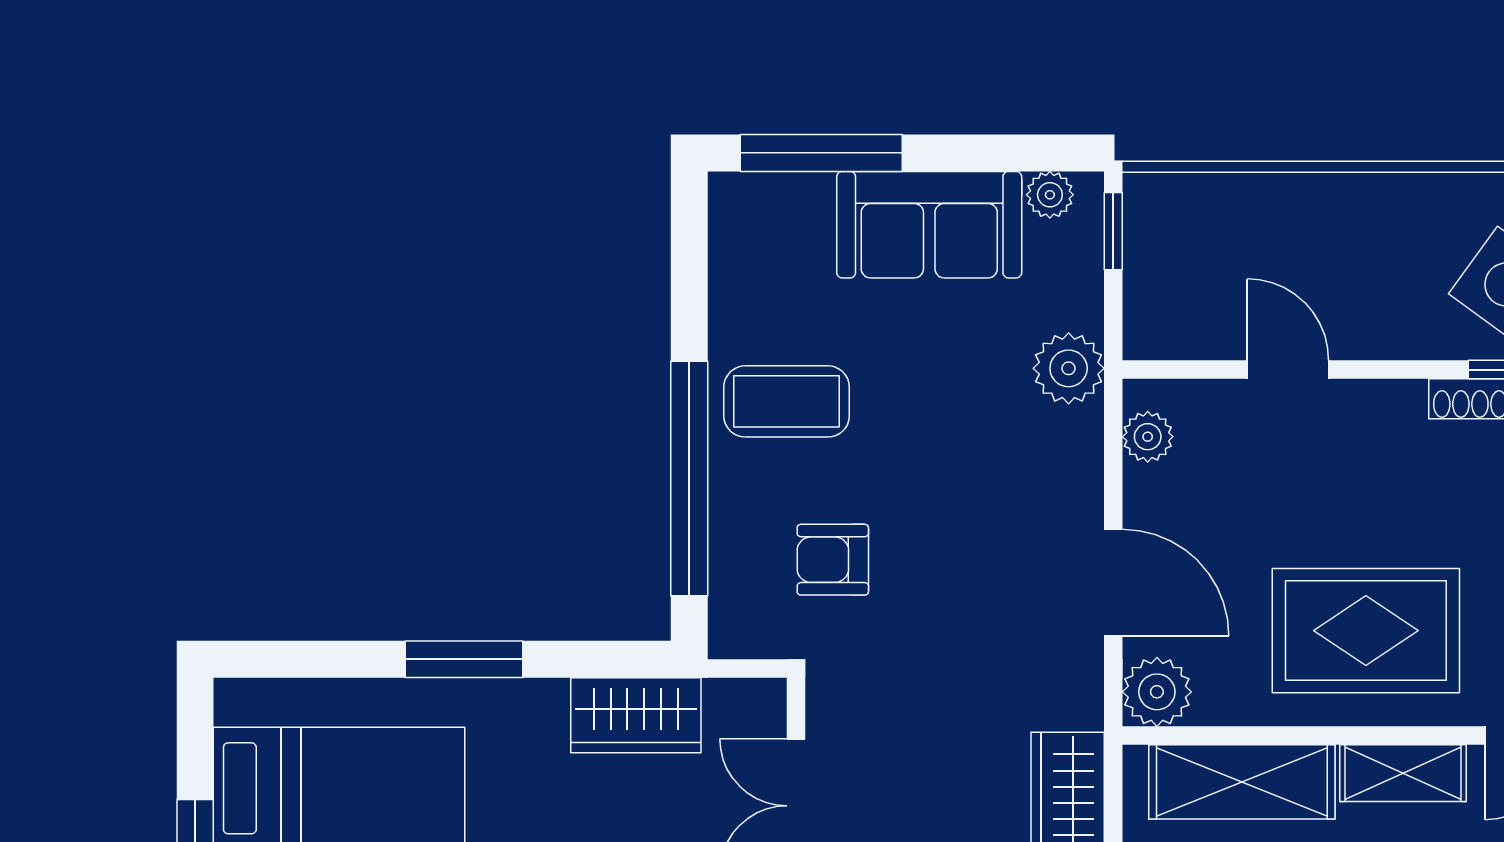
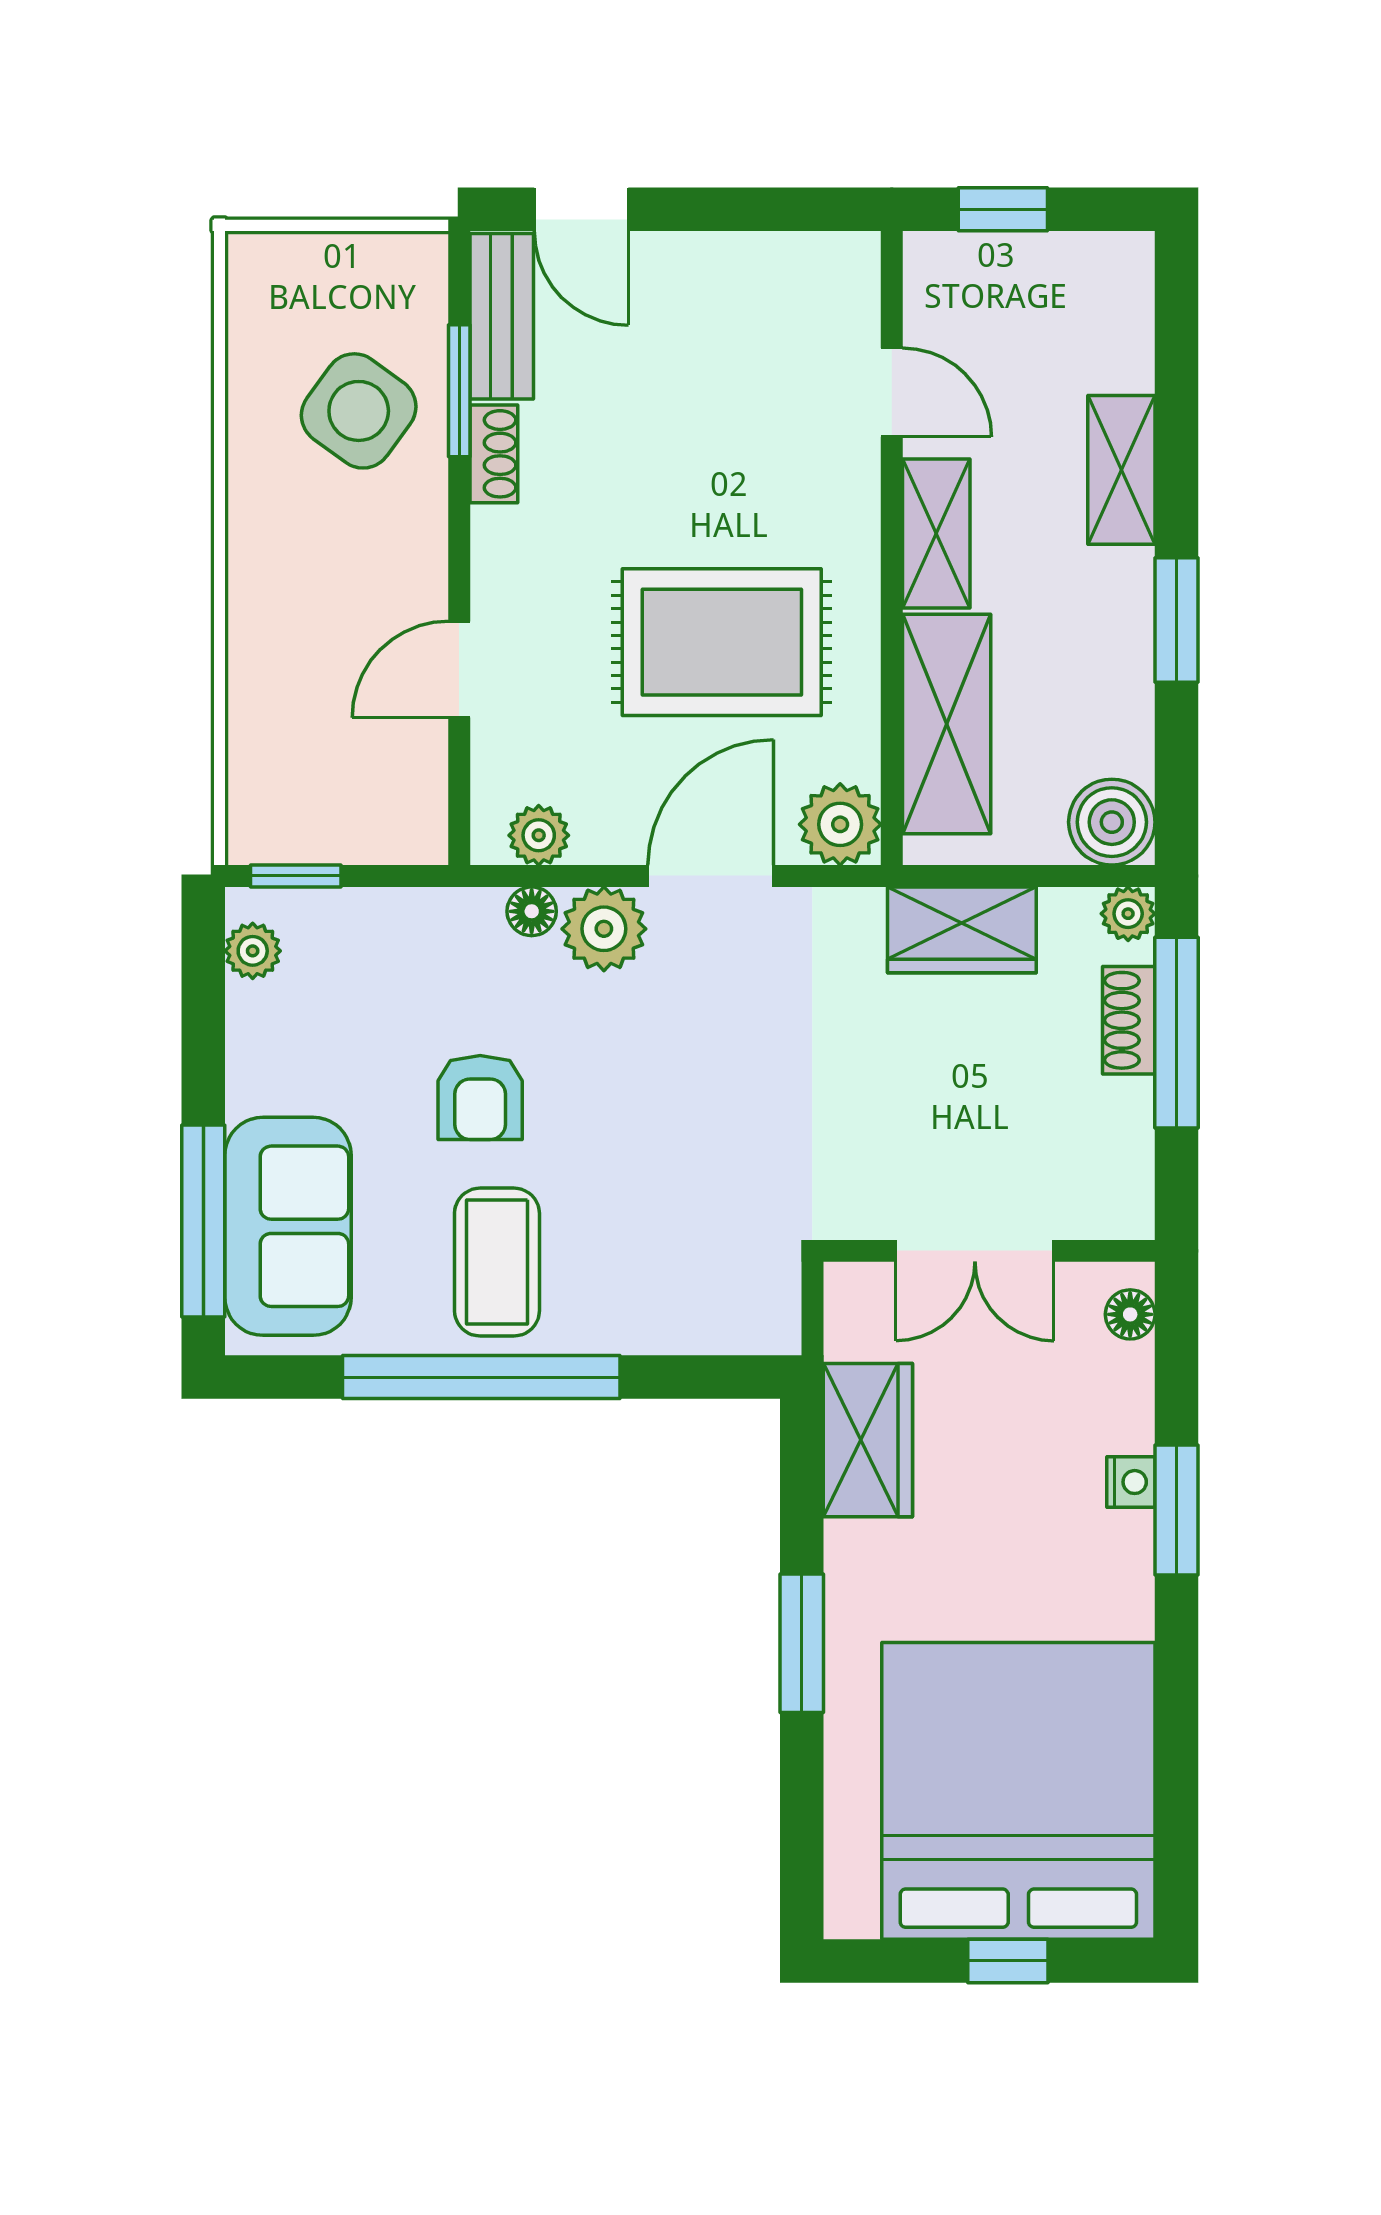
sofa: (929, 225) -> (288, 1226), moved
plant: (1069, 368) -> (604, 929), moved
floor lamp: (1083, 431) -> (532, 911), added
window: (689, 478) -> (481, 1377), moved
armchair: (833, 560) -> (480, 1097), moved
rug: (1366, 631) -> (722, 642), moved, turned 90

